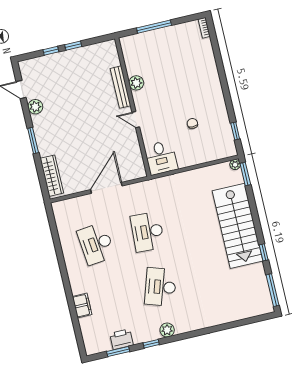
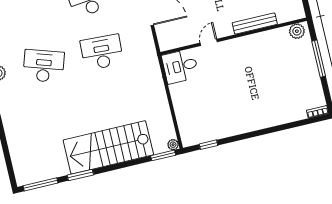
plant: (136, 83) -> (297, 31), moved
door: (136, 120) -> (209, 42), moved
chair: (192, 123) -> (216, 99), removed
window: (264, 252) -> (80, 175), width x1.50

